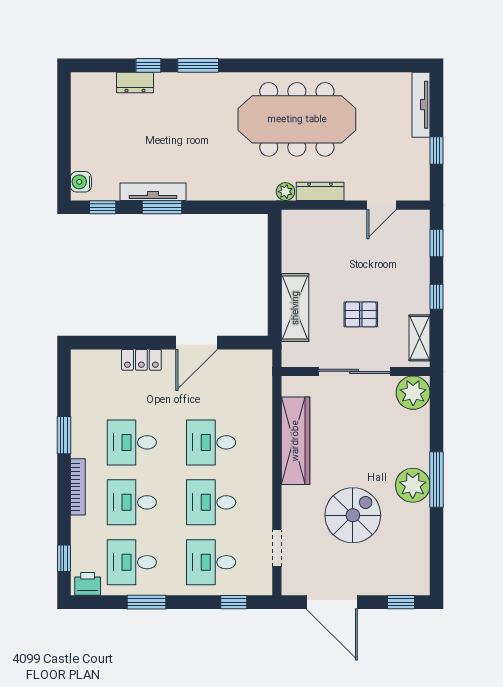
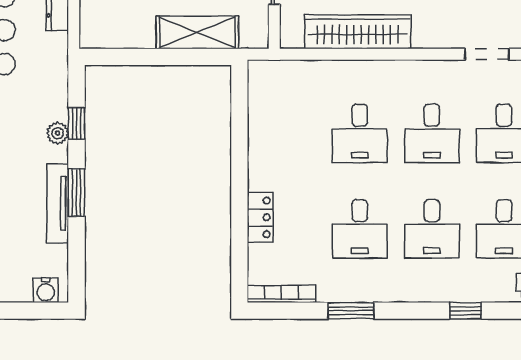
plant: (285, 192) -> (58, 133), moved
window: (103, 207) -> (76, 123), moved
door: (197, 343) -> (239, 151), removed
bookcase: (78, 487) -> (281, 294), moved
window: (64, 558) -> (466, 311), moved

